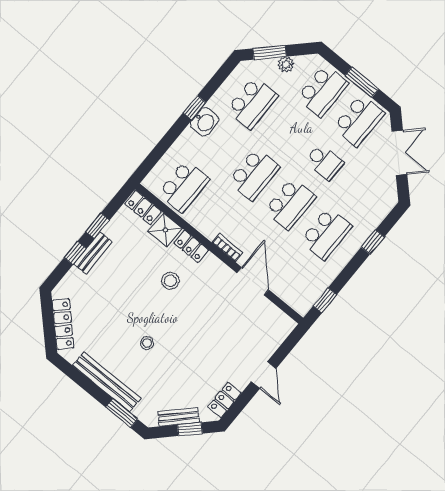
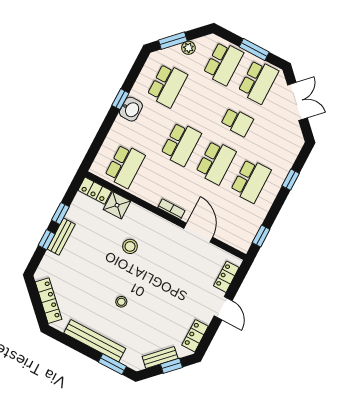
locker: (191, 246) -> (226, 277), moved, turned 90

